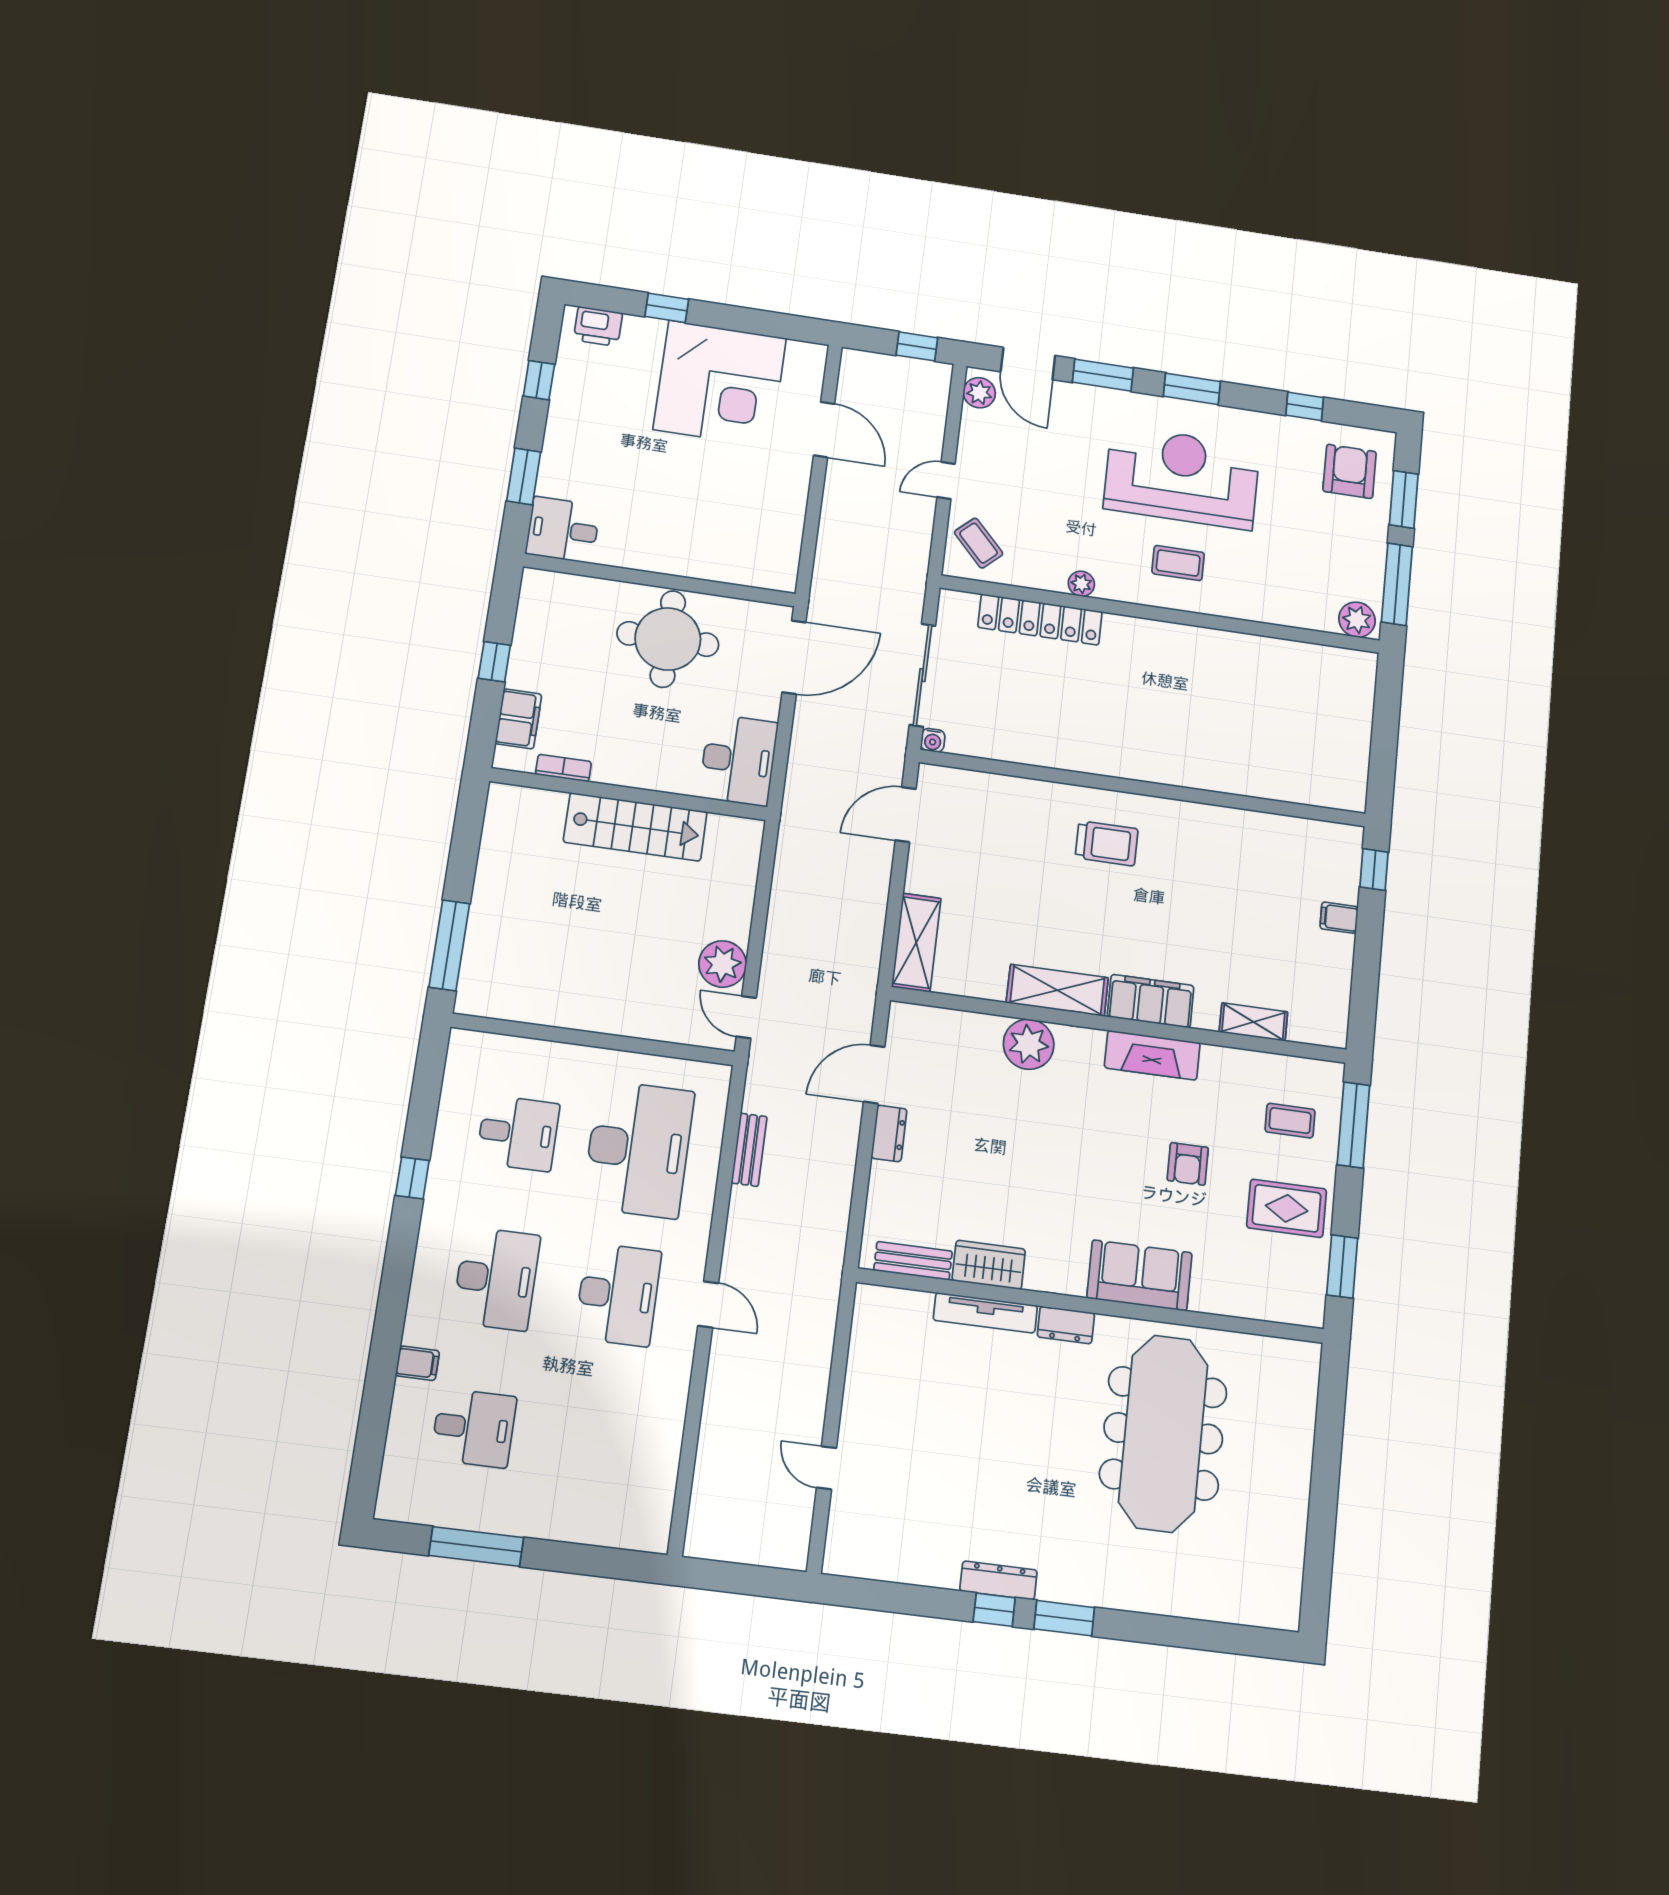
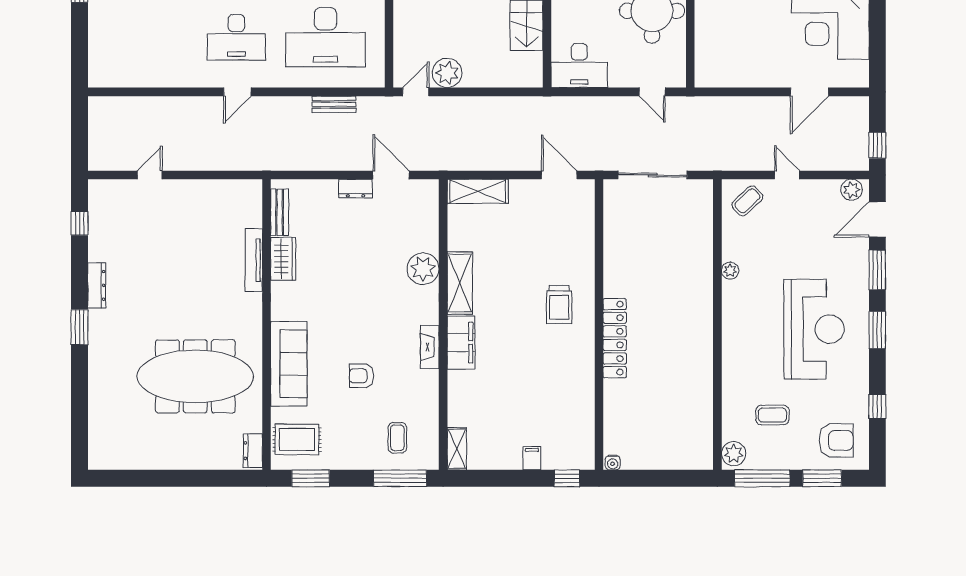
coffee table: (1178, 563) -> (772, 415), moved, turned 90
locker: (1040, 619) -> (615, 338), moved, turned 180
door: (794, 657) -> (652, 92), width x0.53
water cooler: (933, 740) -> (613, 463), moved, turned -90
shelving: (1253, 1022) -> (457, 449), moved
fireplace: (1152, 1055) -> (430, 347), width x0.73, depth x0.76
rug: (1287, 1208) -> (297, 439), moved, turned 90
sofa: (1140, 1275) -> (289, 364), width x1.36
dresser: (1066, 1325) -> (253, 451), moved
window: (994, 1610) -> (80, 223), moved

